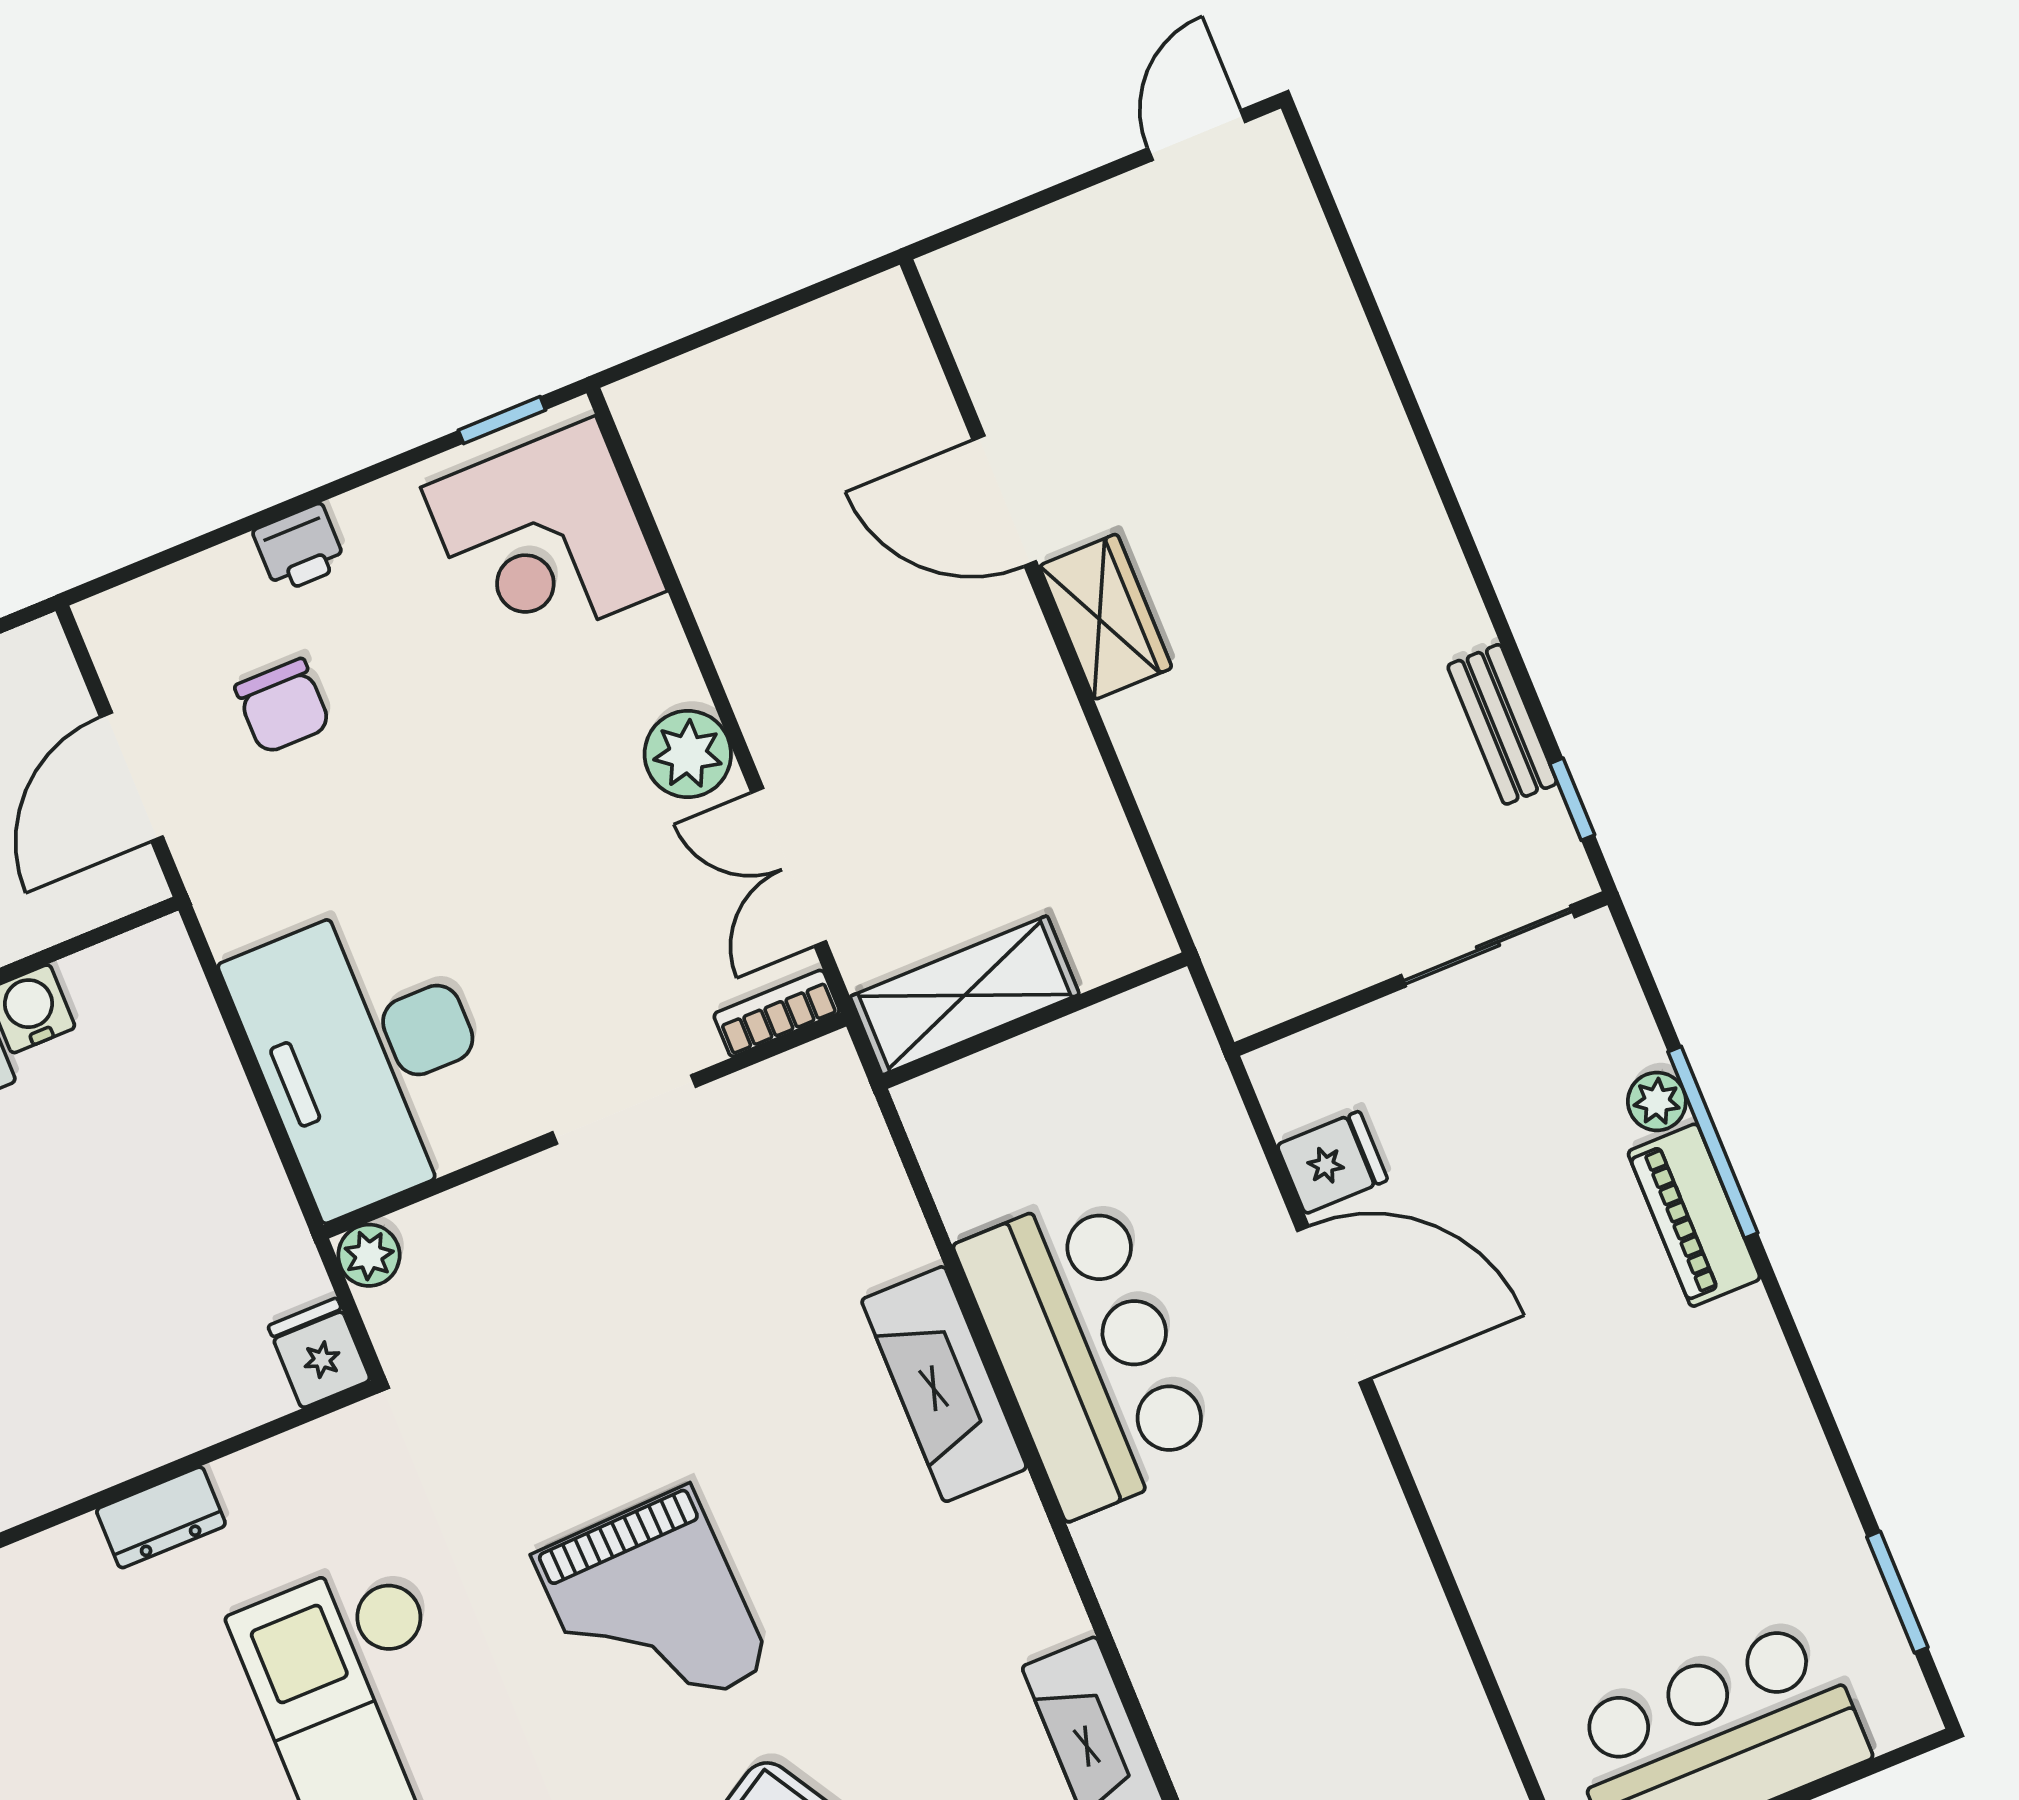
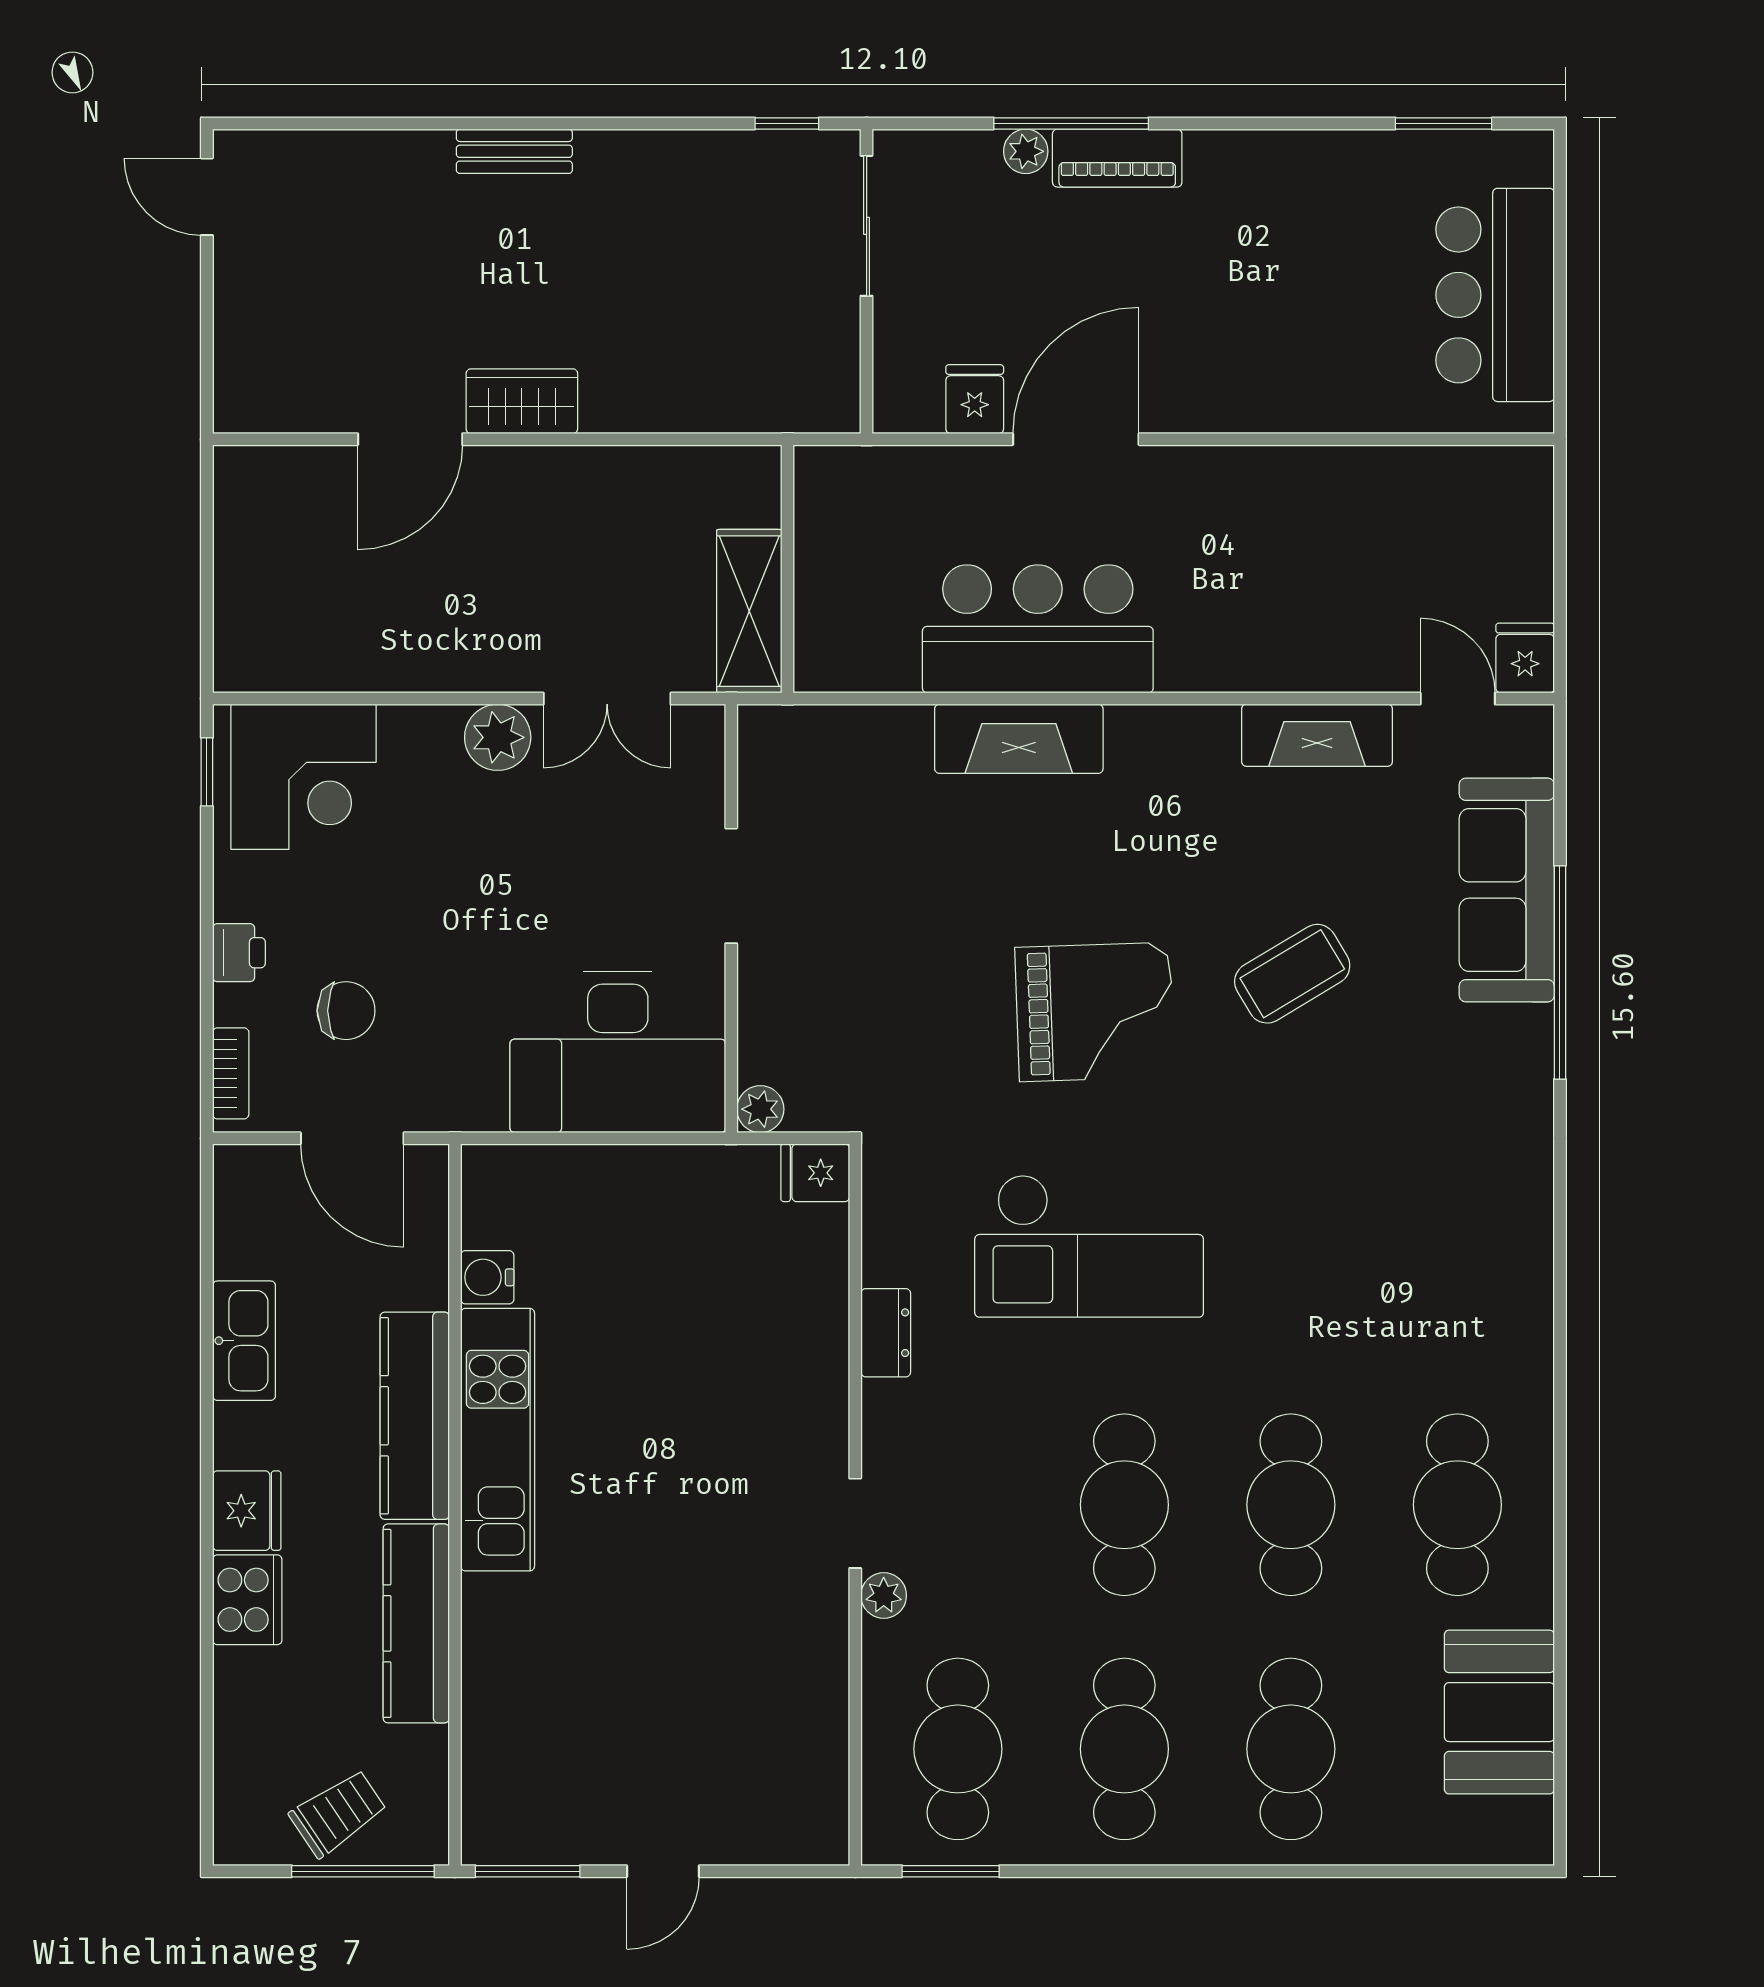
bench: (1502, 724) -> (514, 151), moved
bookcase: (777, 1013) -> (231, 1073), moved, turned 180

